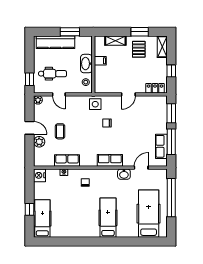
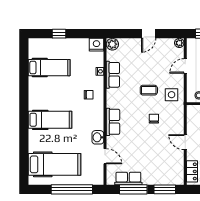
side table: (95, 104) -> (172, 95), moved
coffee table: (60, 131) -> (149, 90), moved
plant: (39, 142) -> (112, 44), moved
hospital bed: (42, 218) -> (49, 68), moved

